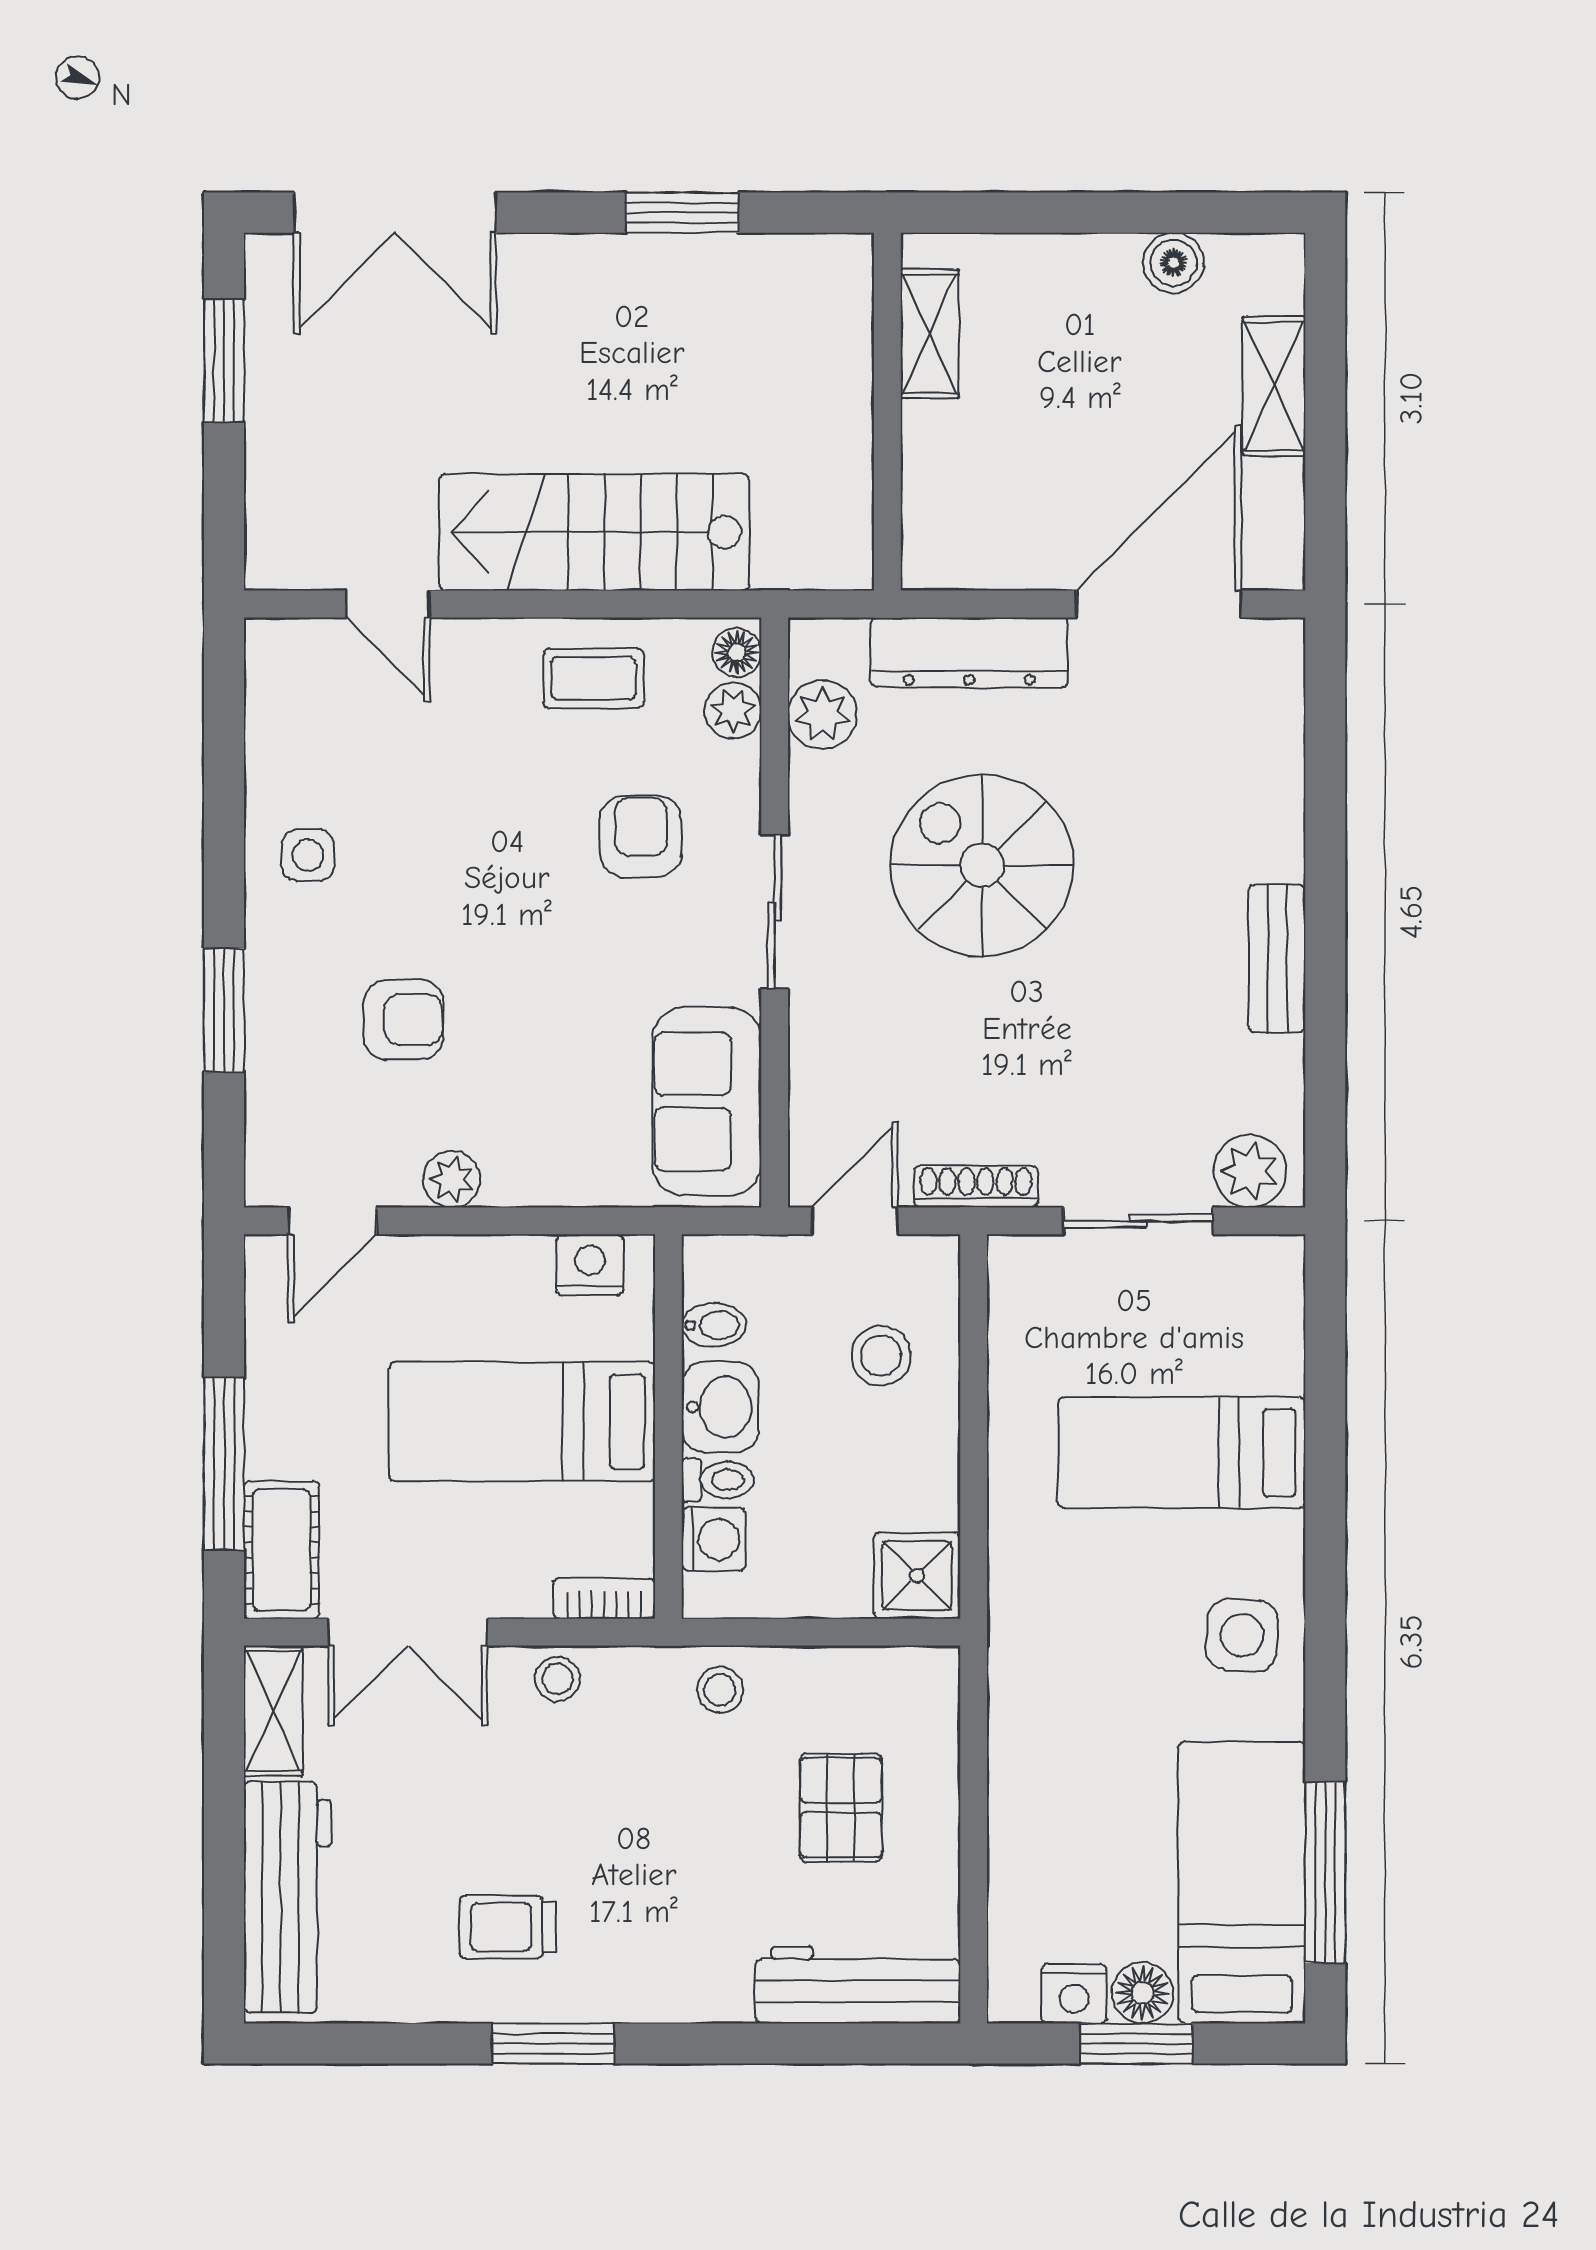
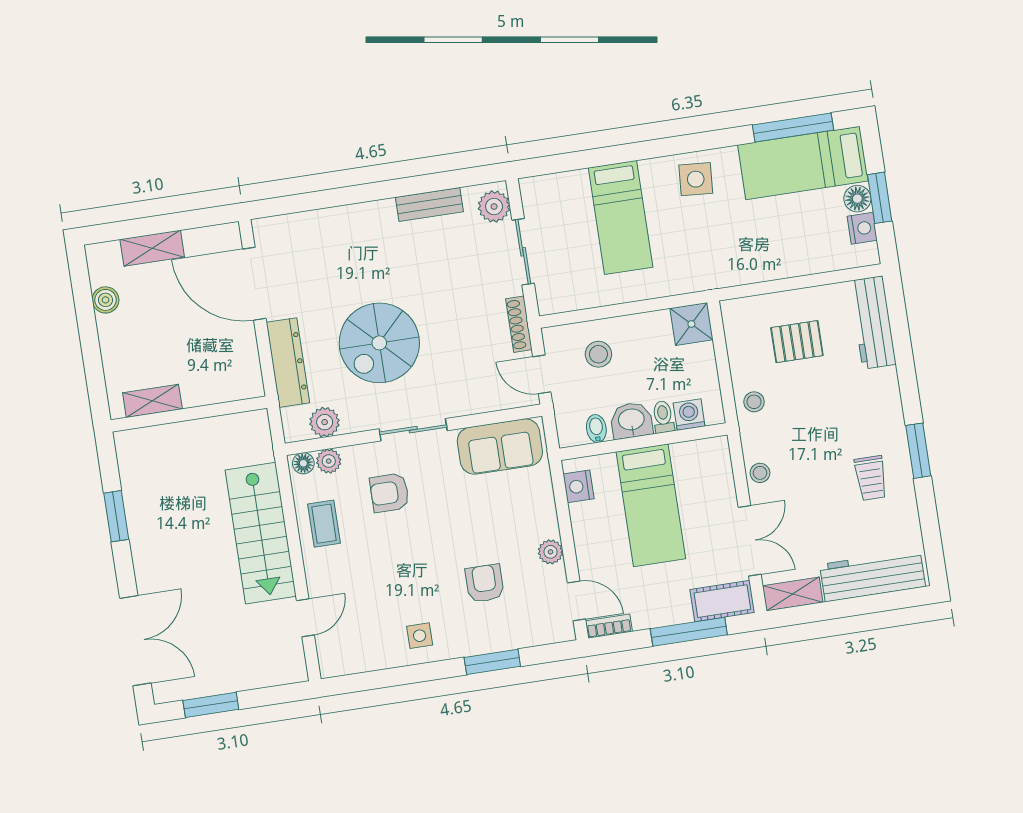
bench: (1277, 958) -> (429, 204), moved
bookcase: (604, 1599) -> (609, 626), moved, turned 90

